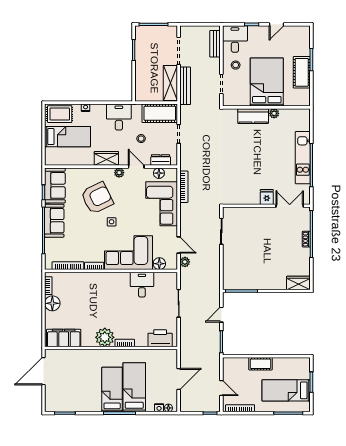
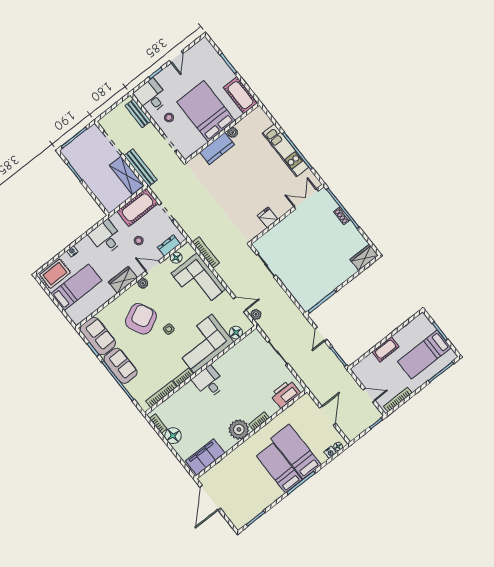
cot: (302, 72) -> (240, 95), moved
fridge: (267, 197) -> (268, 217), moved
desk: (142, 285) -> (209, 382), moved

